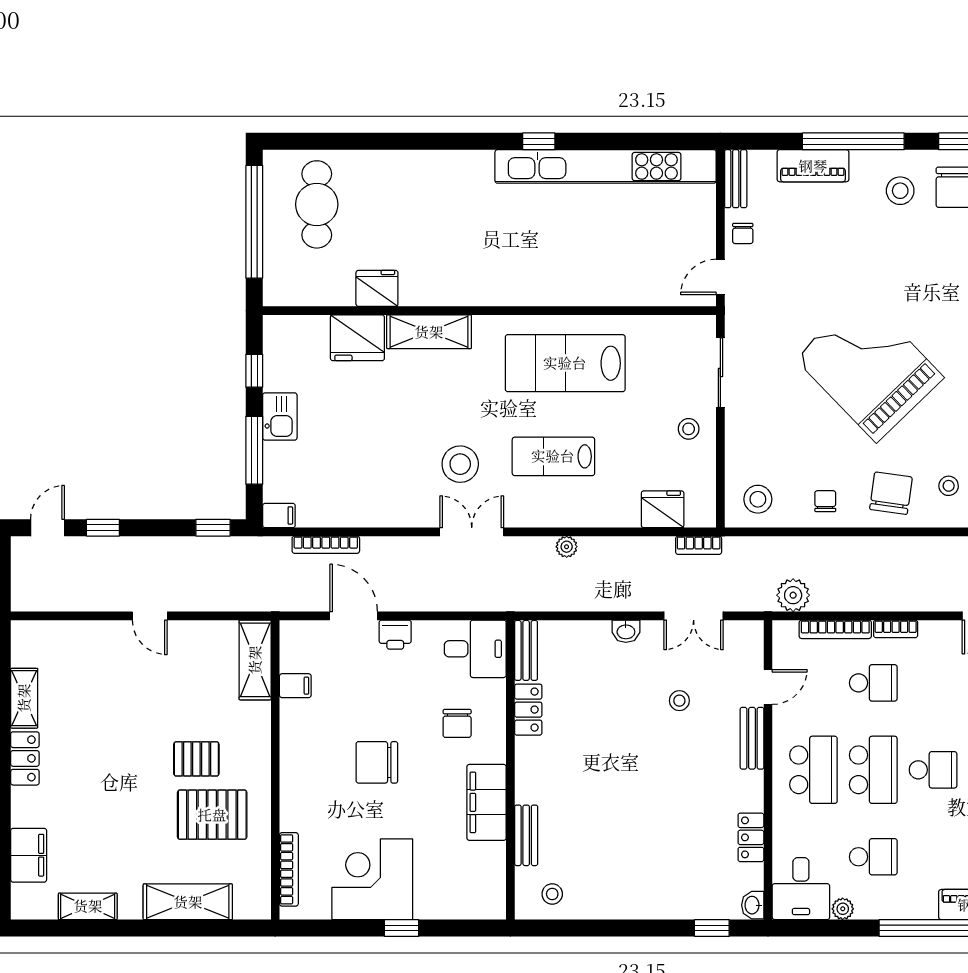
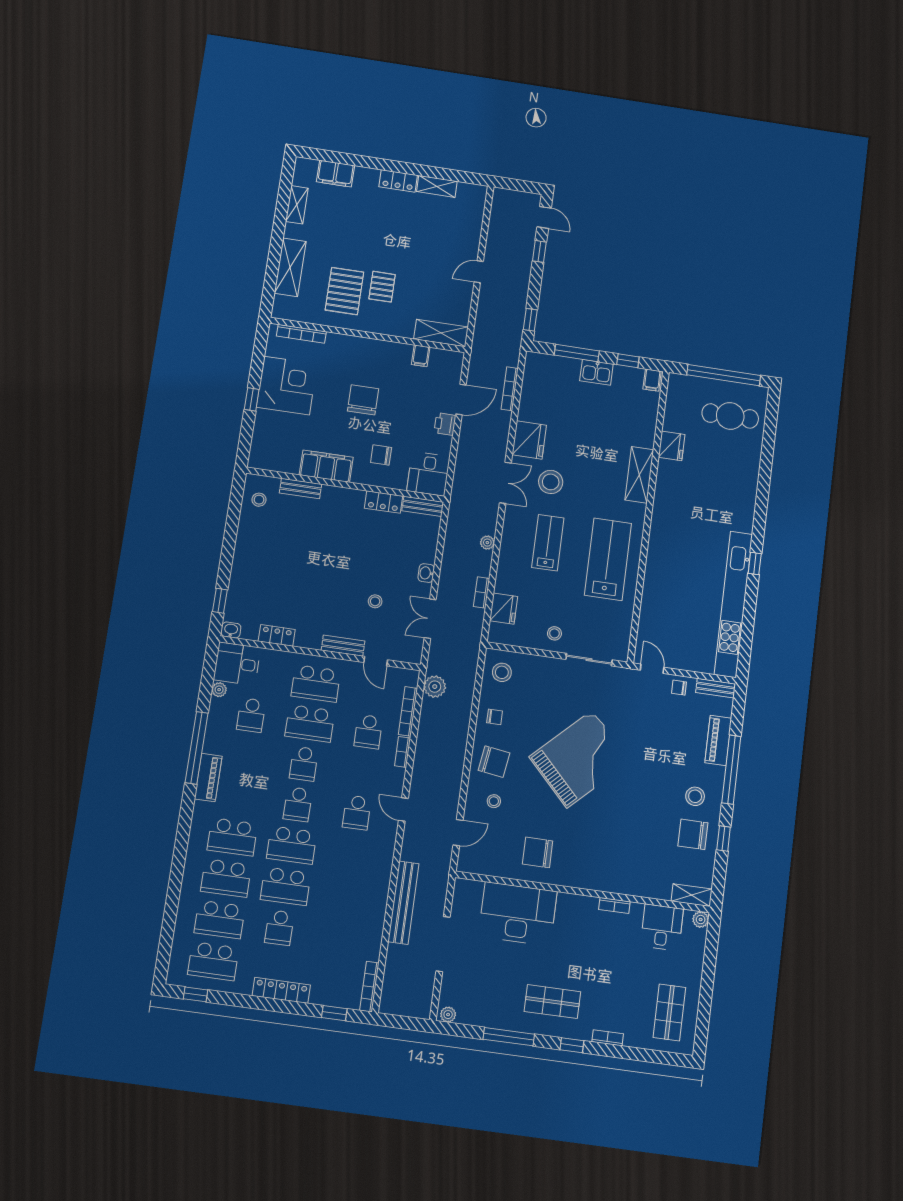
fridge: (357, 338) -> (529, 440), moved, turned 180
filing cabinet: (279, 515) -> (652, 380), moved
bookcase: (699, 545) -> (482, 592), moved

